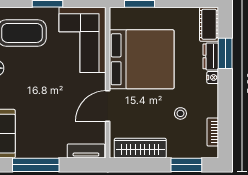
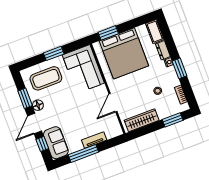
window: (225, 53) -> (179, 68), moved
bed: (142, 59) -> (124, 53), moved, turned 90
tv unit: (86, 151) -> (94, 140), moved

